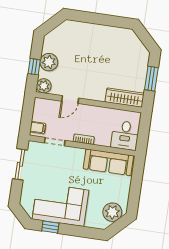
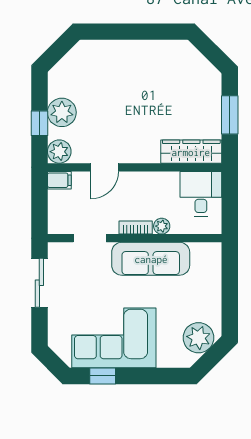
filing cabinet: (38, 128) -> (59, 180), moved
desk: (125, 135) -> (201, 194), moved, turned 180
plant: (100, 141) -> (162, 226), added
sofa: (108, 162) -> (151, 259), moved

